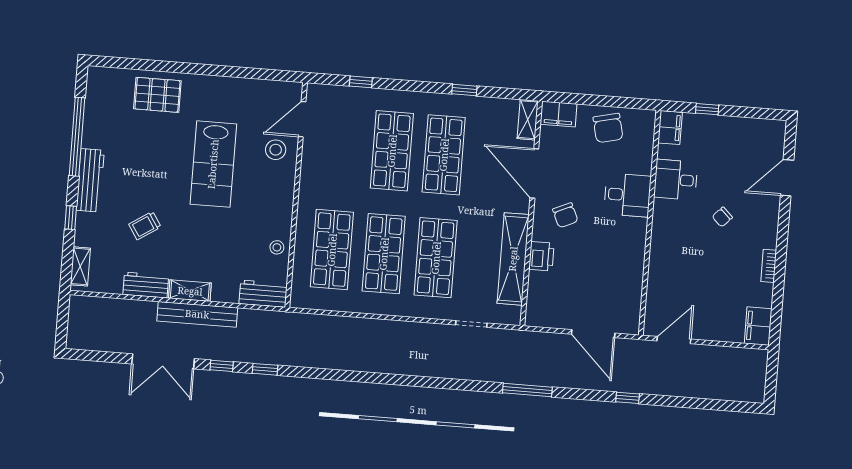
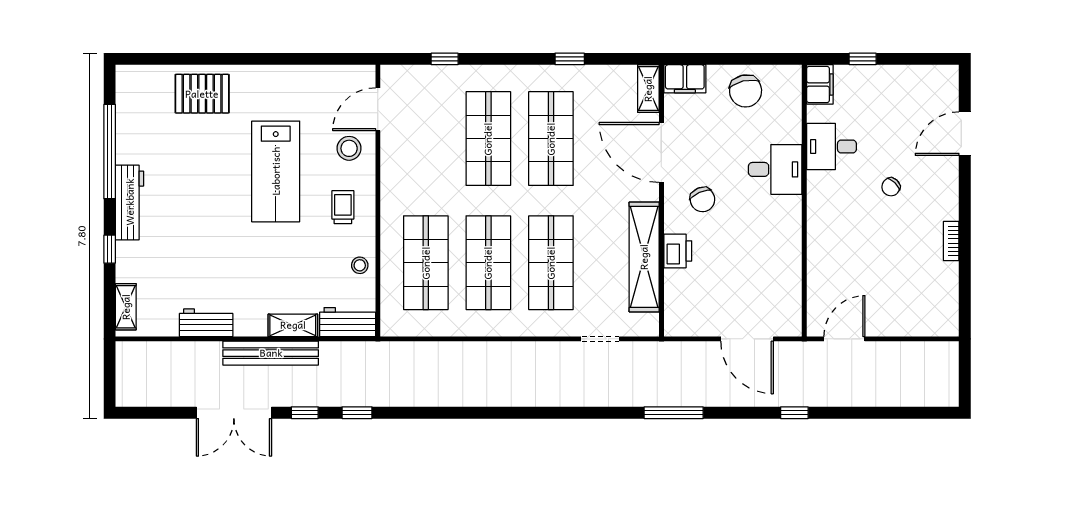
trolley: (145, 226) -> (343, 207), moved, turned 123
shelving: (190, 291) -> (293, 325), moved
filing cabinet: (758, 326) -> (944, 314), removed

